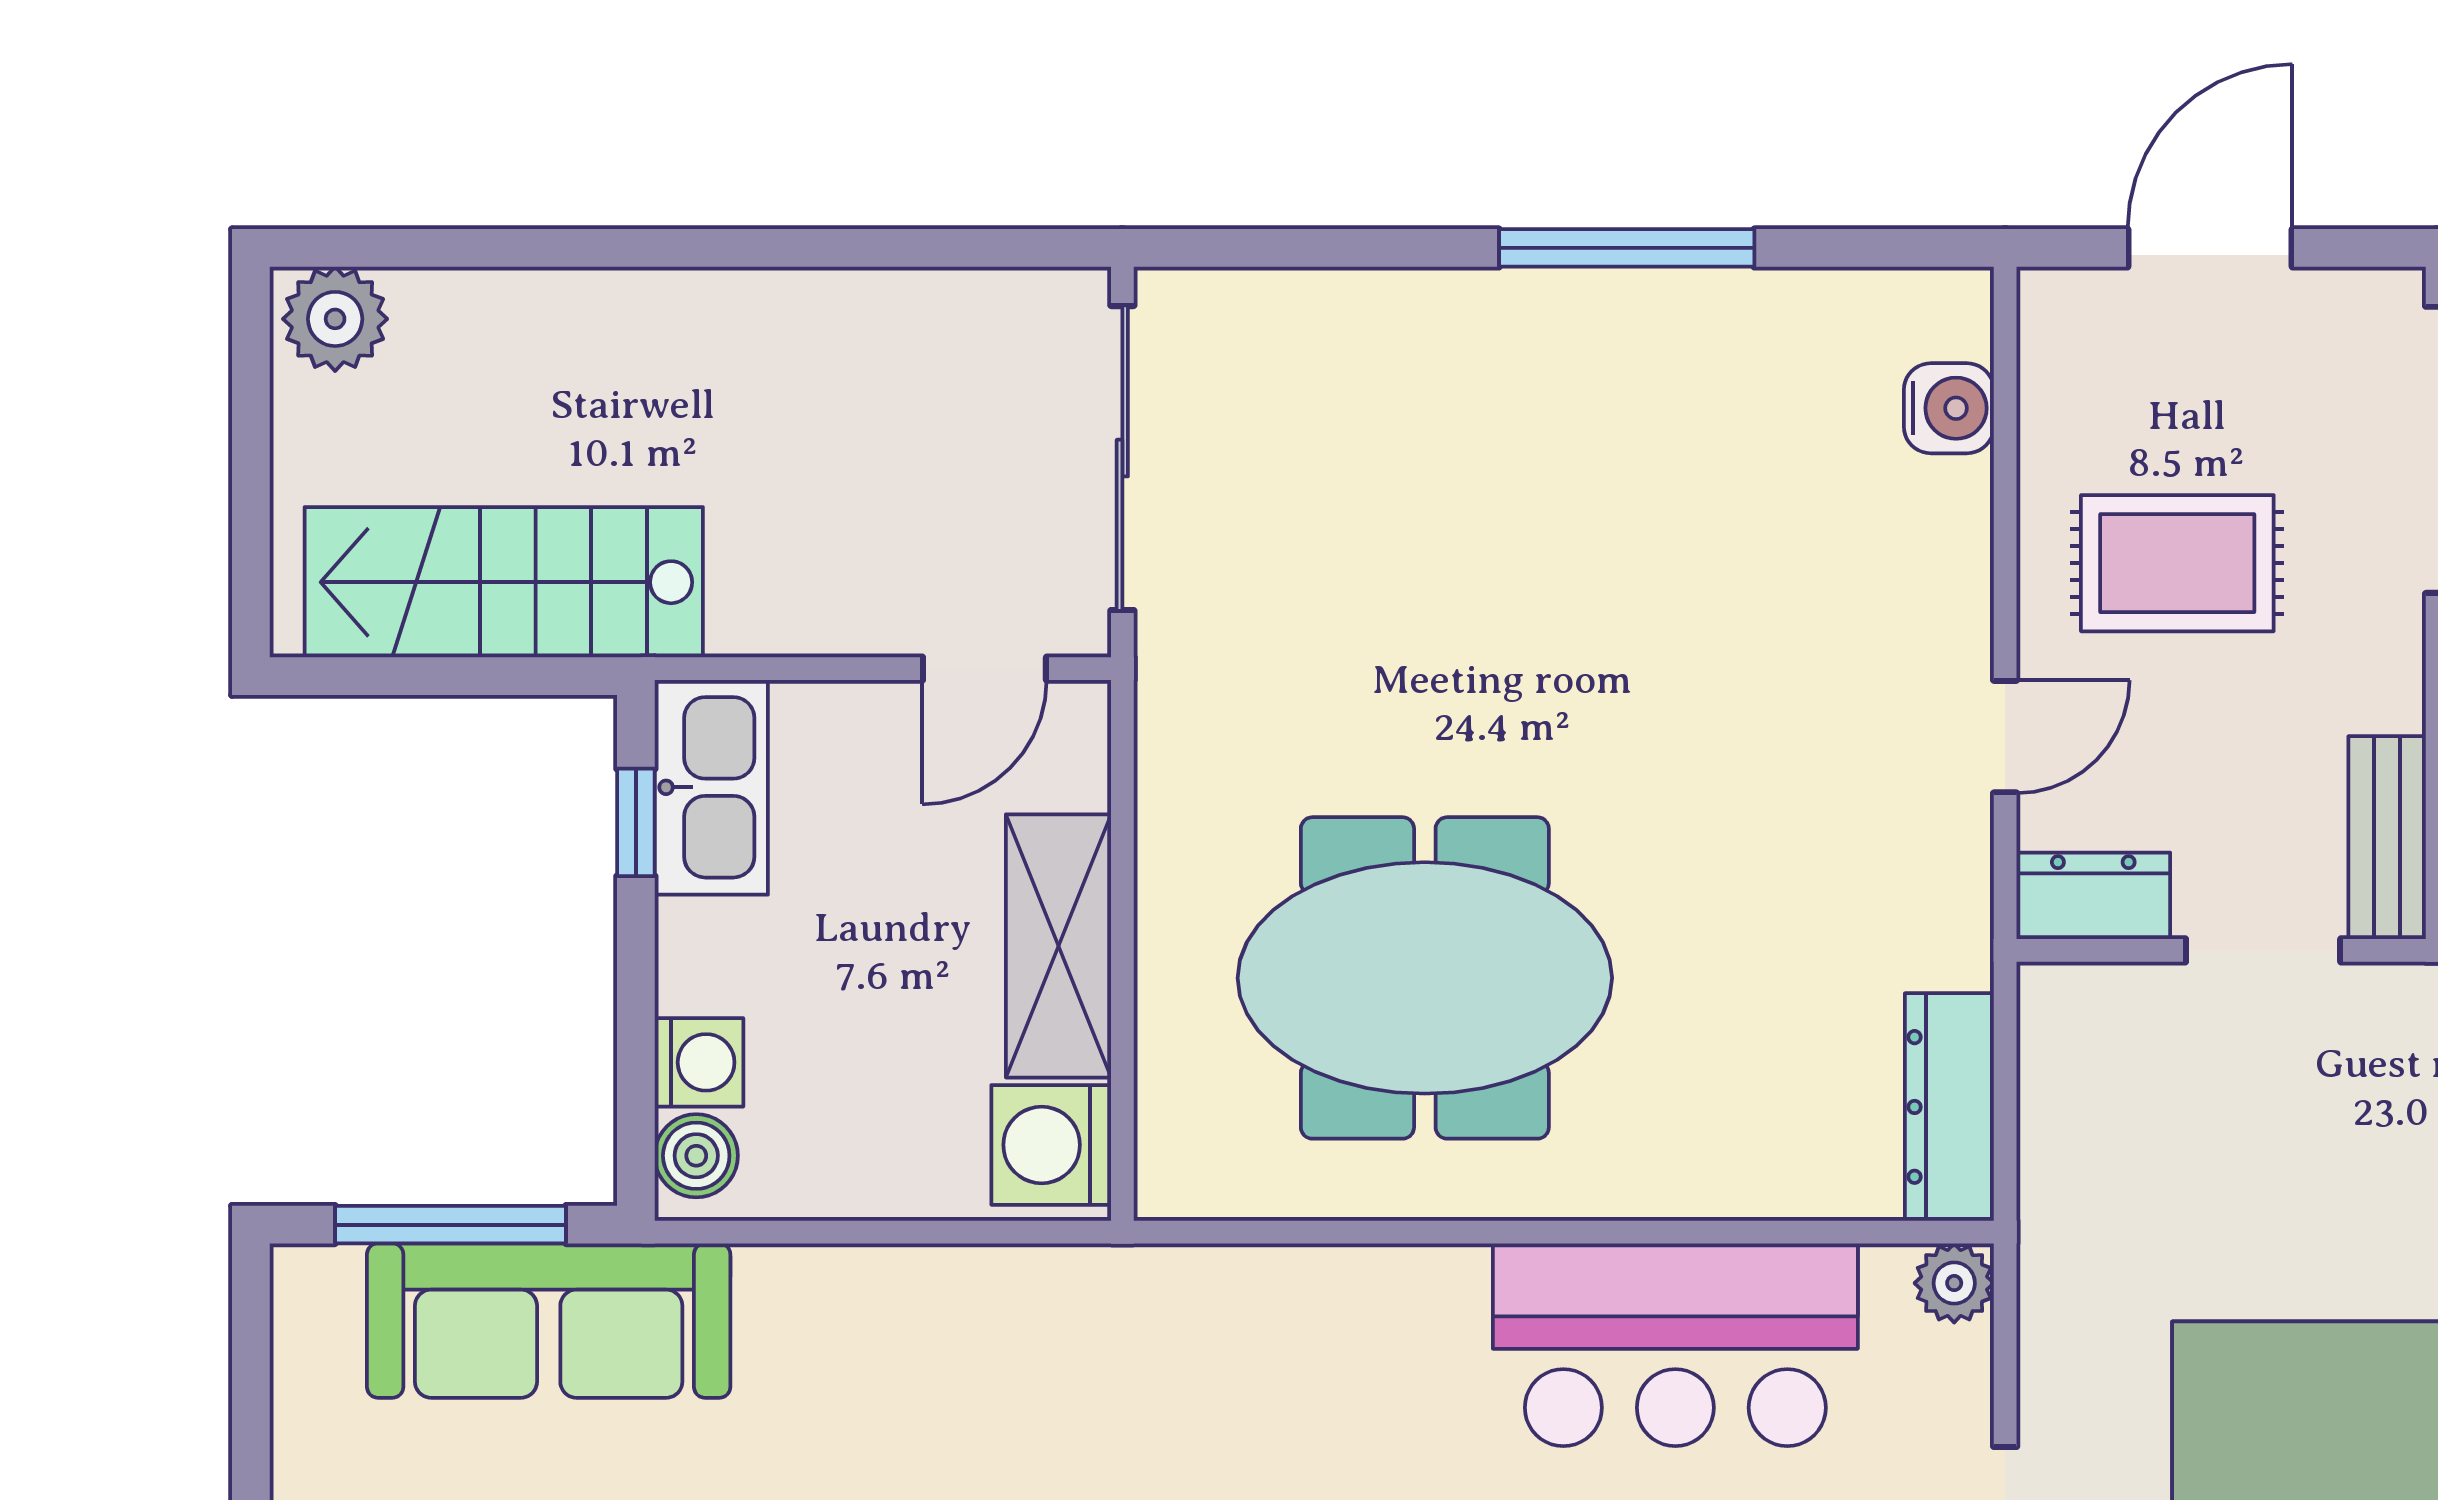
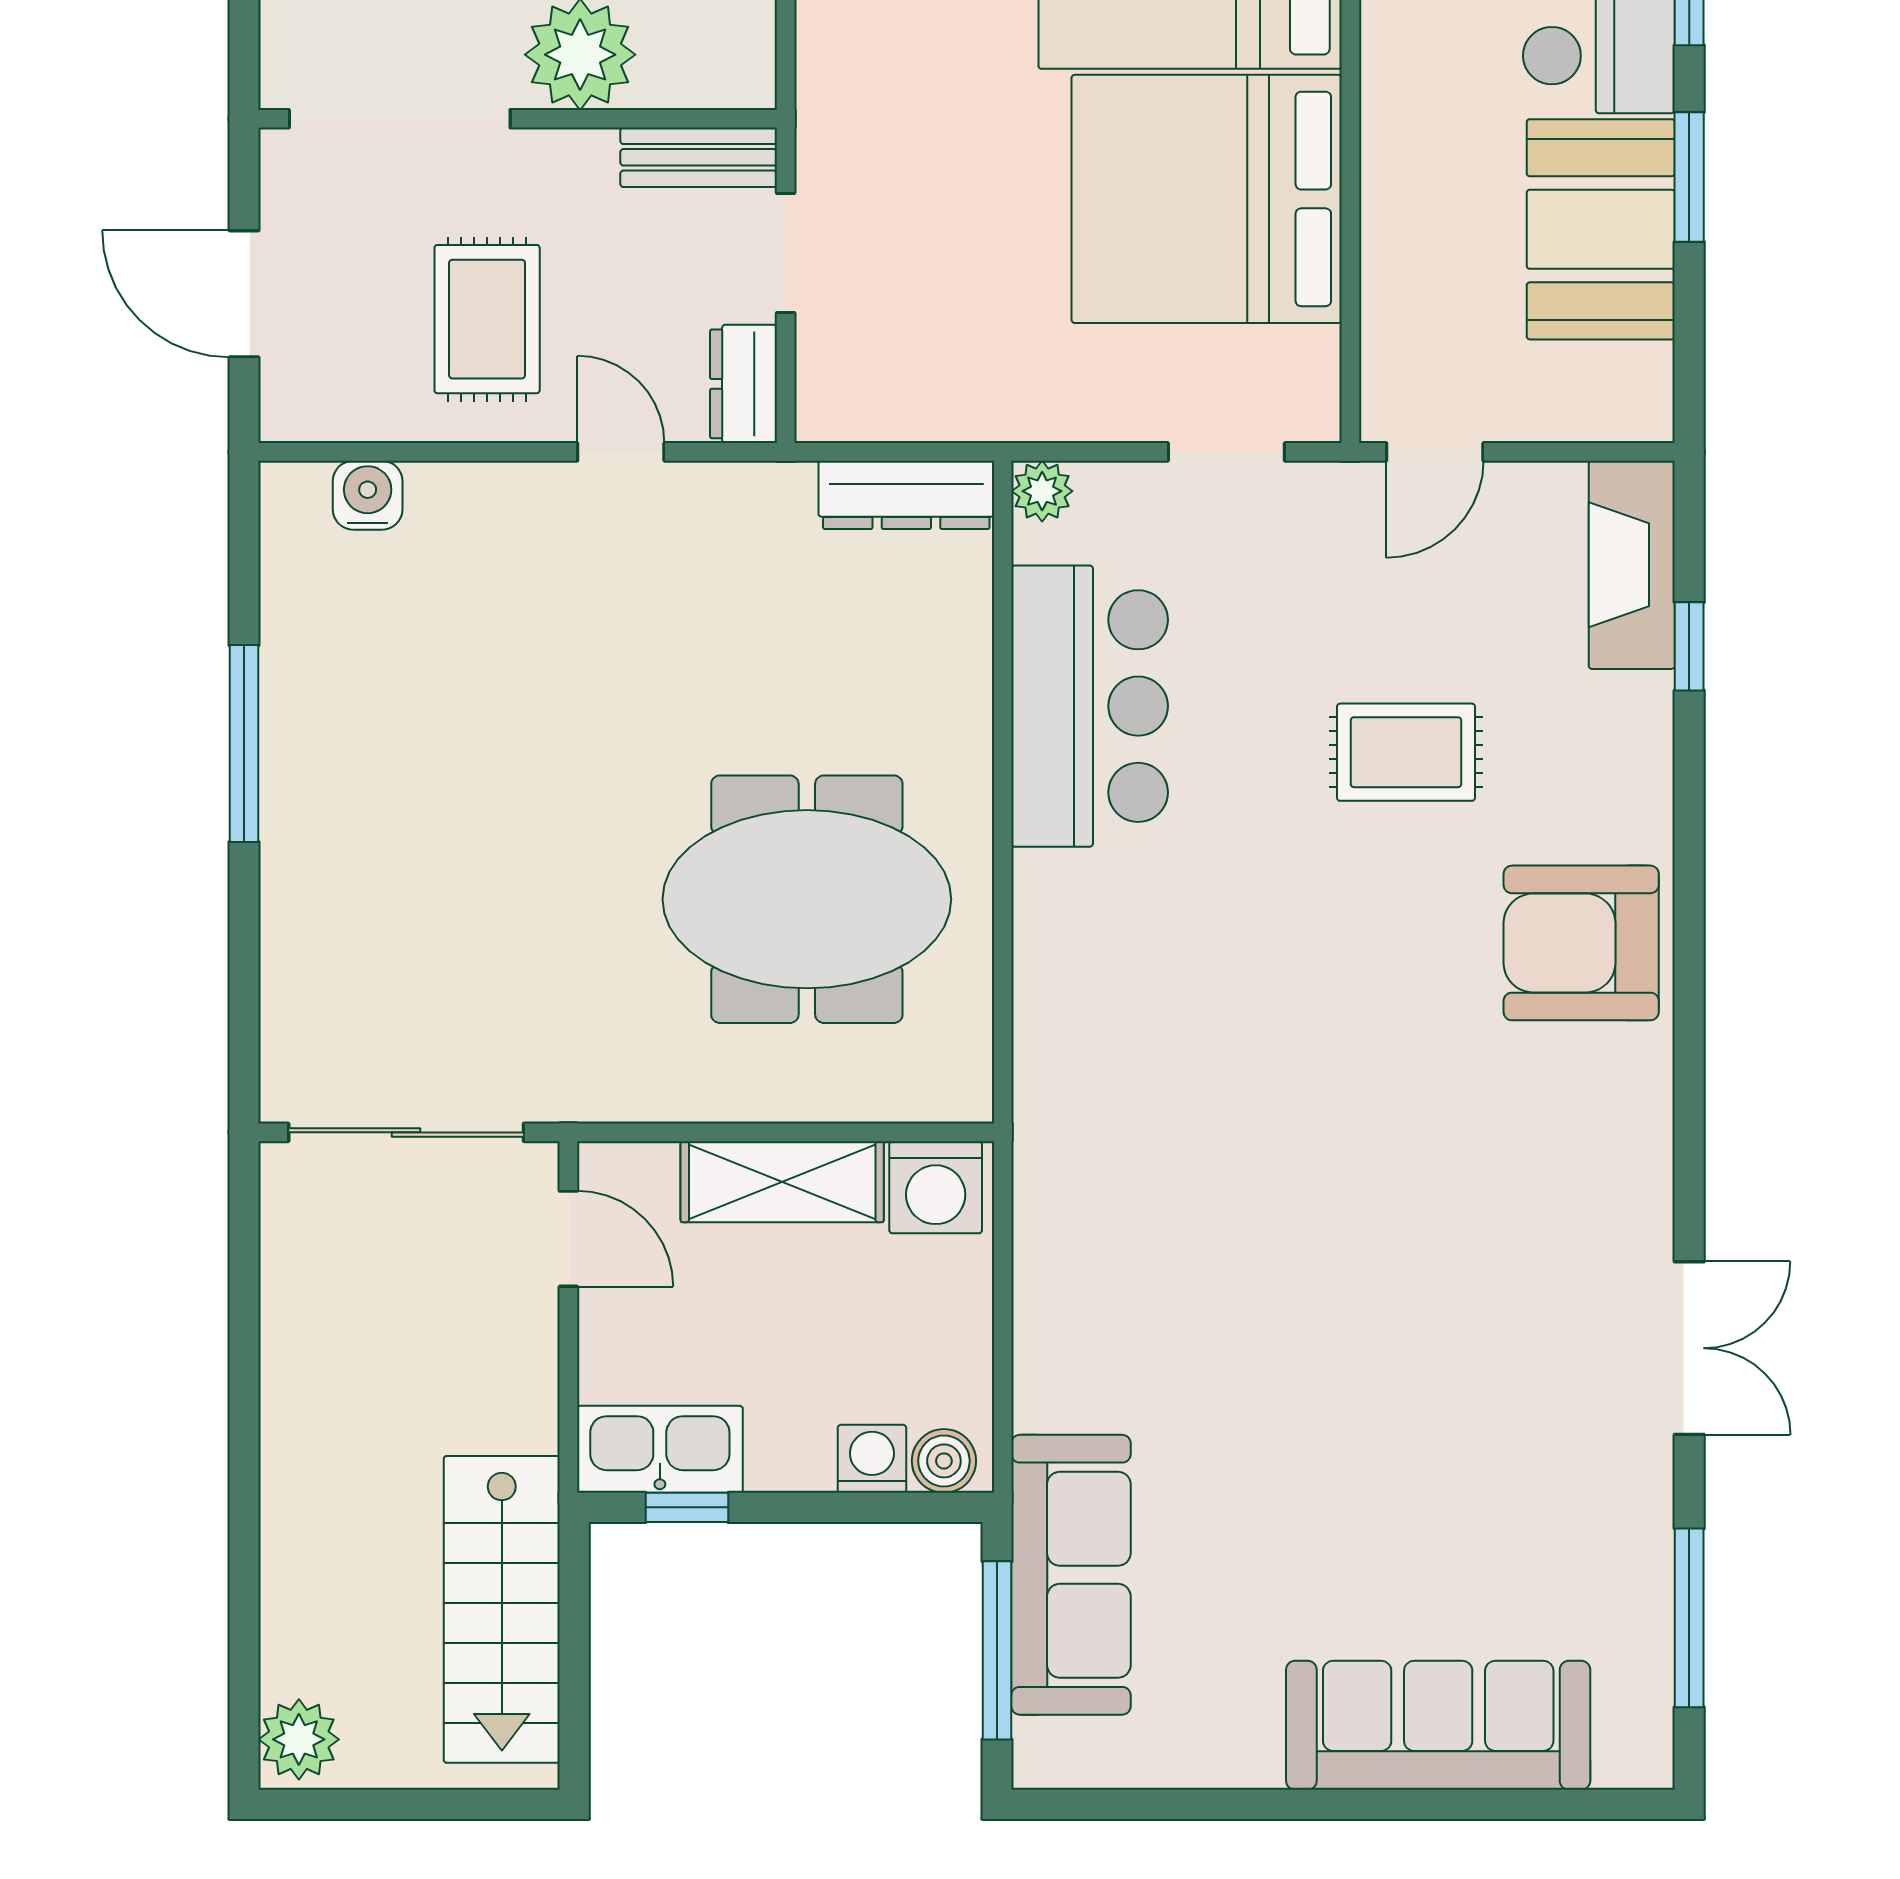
meeting table: (1425, 978) -> (807, 899), turned 90

